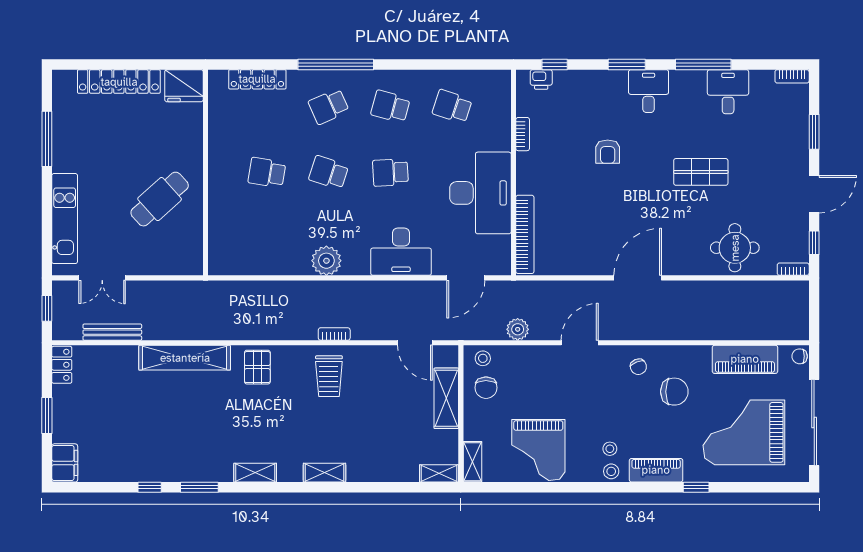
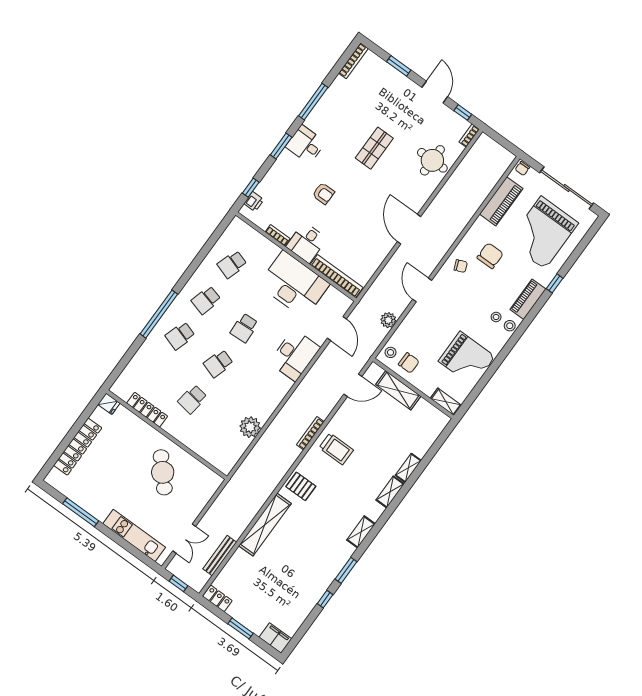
bookcase: (792, 76) -> (353, 61), width x1.56
locker: (257, 79) -> (147, 410), moved, turned -90
fridge: (184, 86) -> (109, 404), width x0.53, depth x0.75
desk: (728, 92) -> (307, 243), moved, turned -90
school desk: (329, 106) -> (180, 336), turned 42
plant: (326, 261) -> (250, 427), moved
bookcase: (334, 334) -> (310, 433), width x1.56
shelving: (439, 473) -> (408, 468), moved

